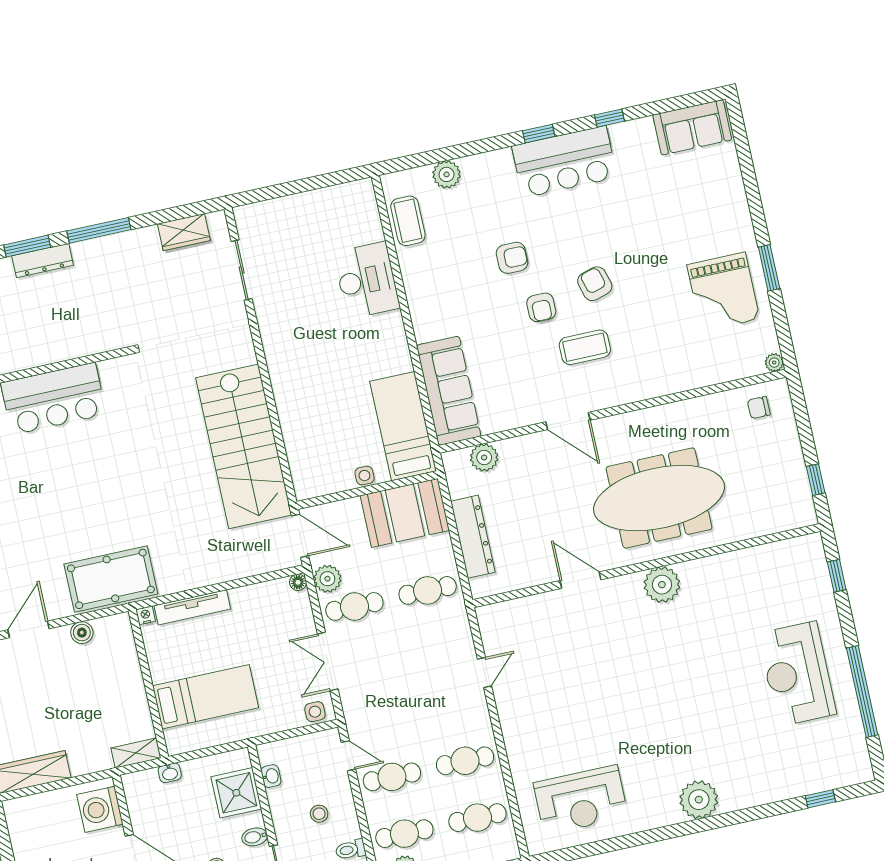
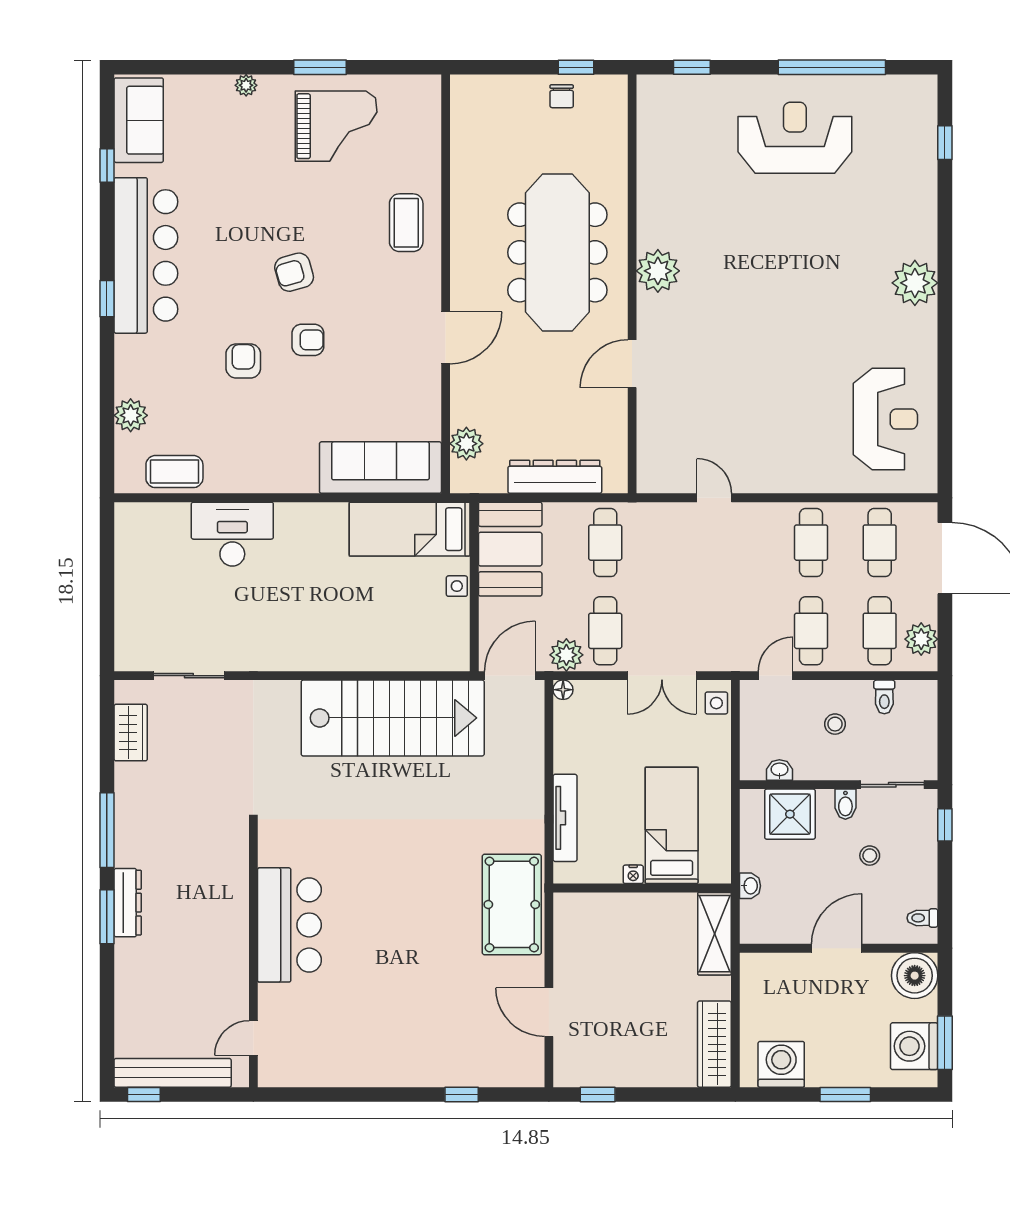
window: (609, 118) -> (107, 166), moved
bar counter: (564, 162) -> (146, 255), width x1.36
coffee table: (585, 347) -> (406, 223), moved
plant: (774, 363) -> (246, 85), moved
chair: (759, 408) -> (562, 96), moved
nightstand: (146, 615) -> (633, 874), moved, turned -90
boiler: (82, 633) -> (566, 952), removed
reception desk: (797, 674) -> (795, 138), turned 180
shelving: (136, 753) -> (715, 934), width x1.50, depth x1.33
washing machine: (100, 809) -> (781, 1064), moved, turned 180

